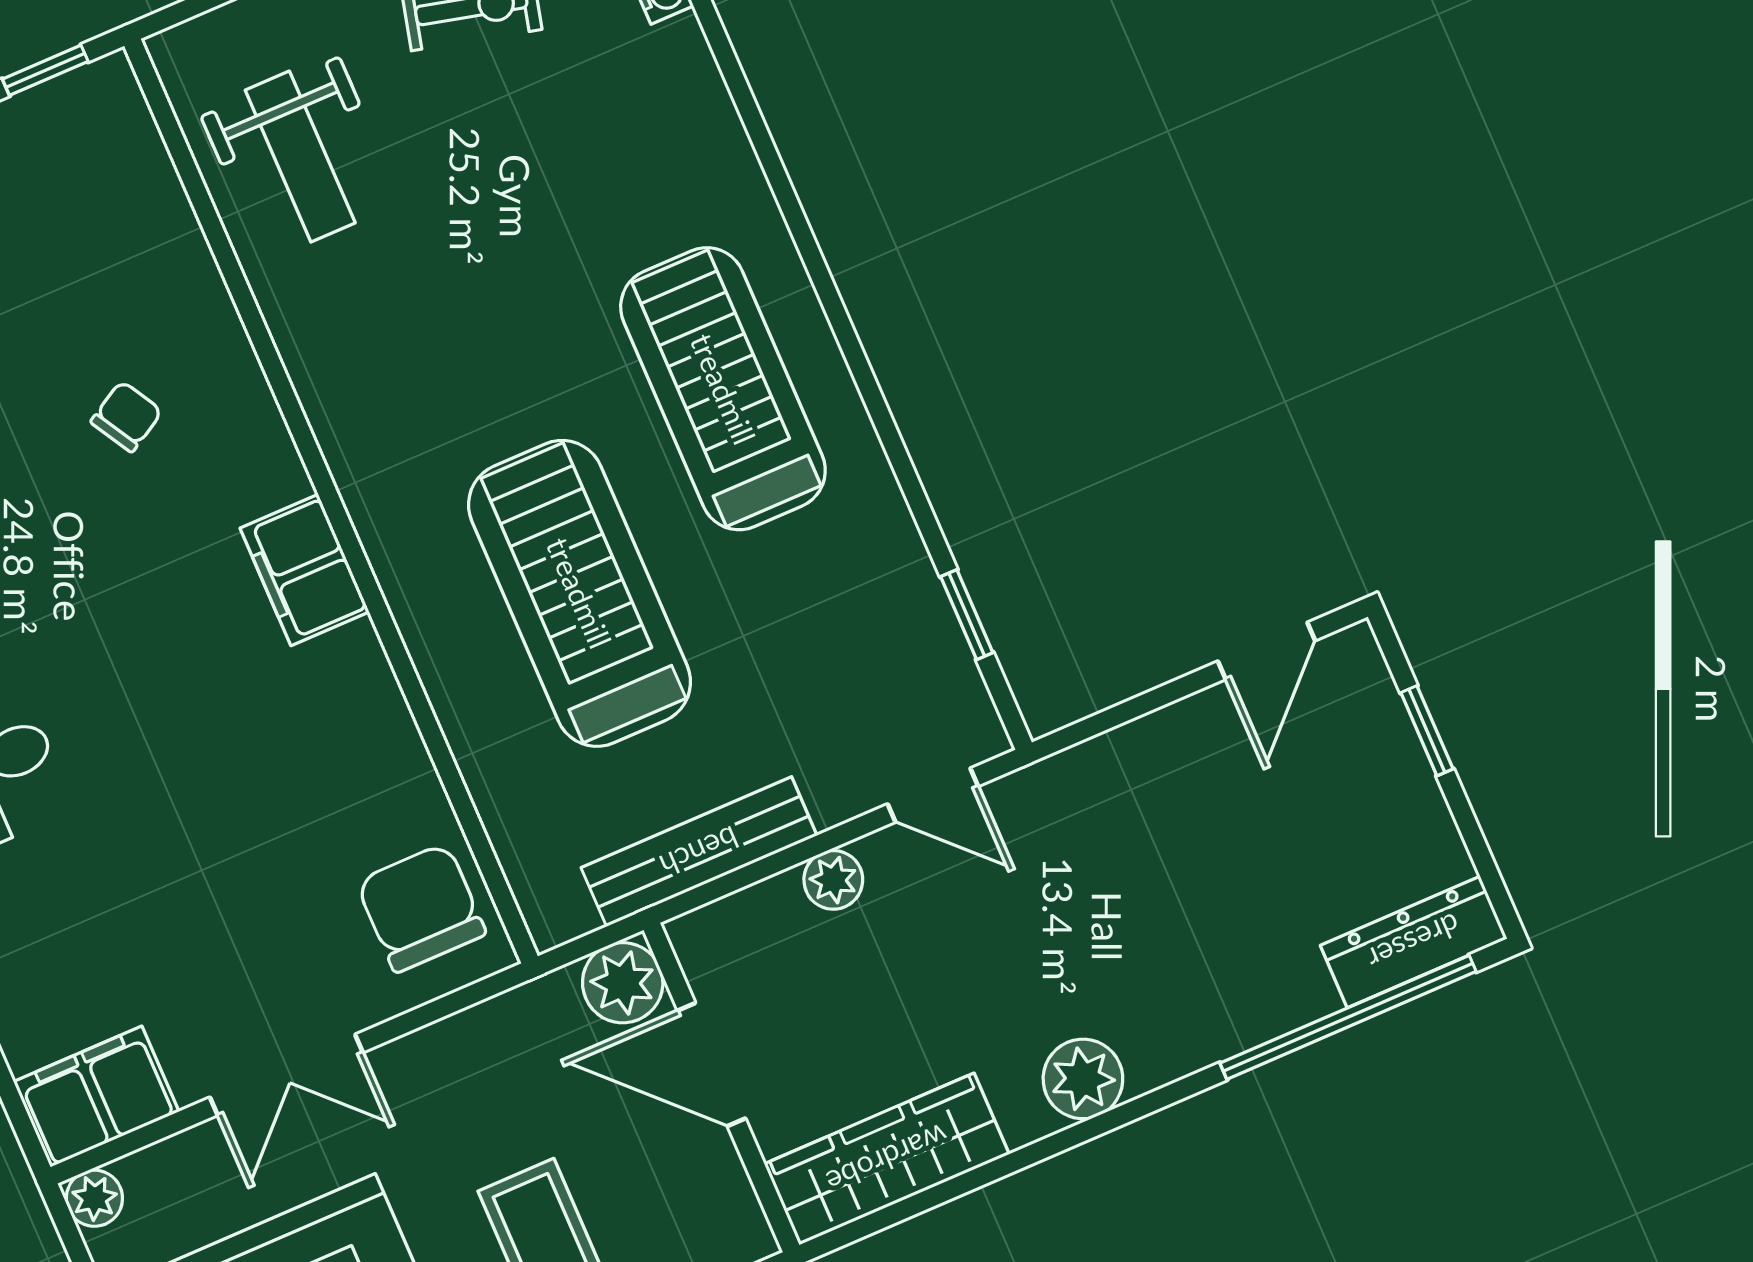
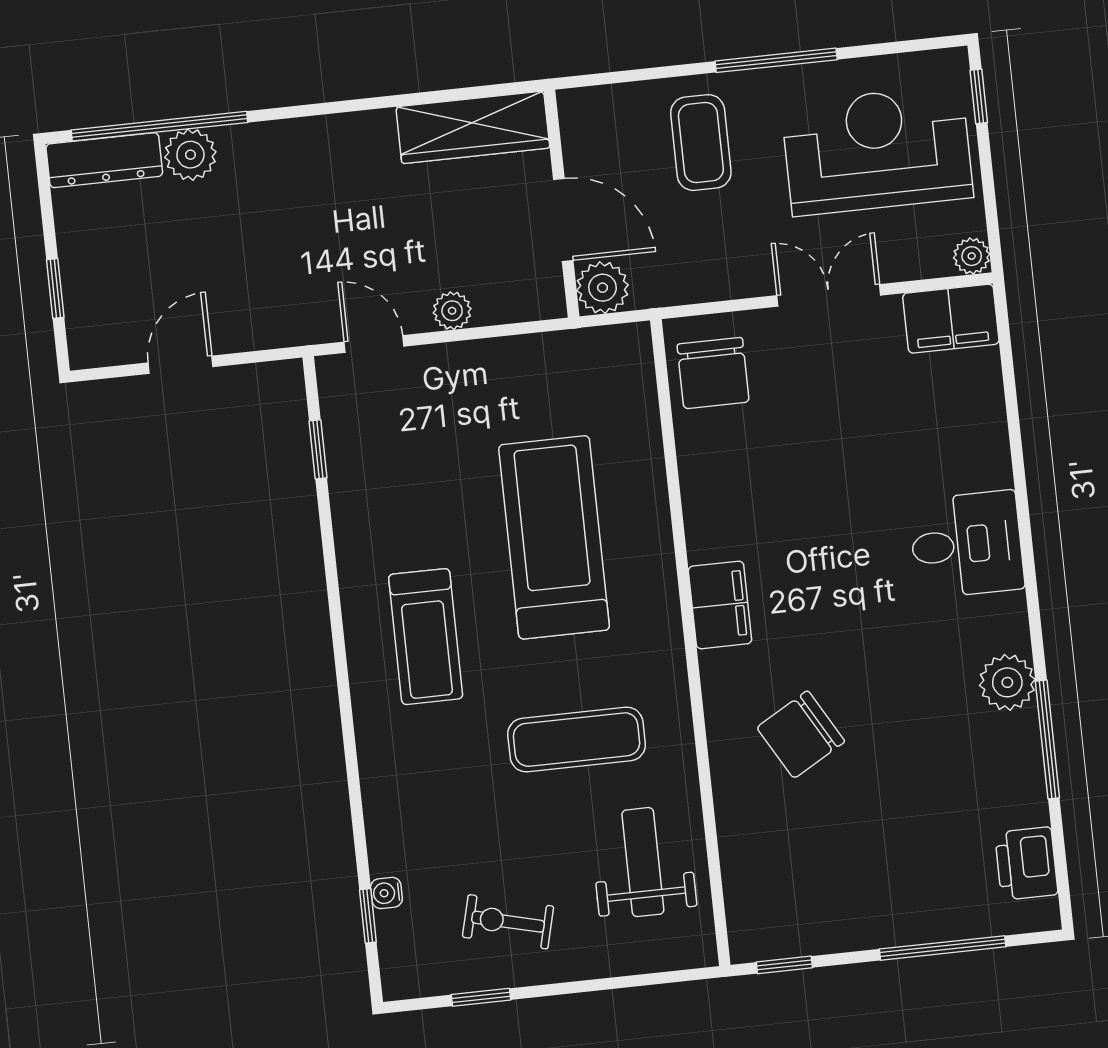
exercise mat: (454, 306) -> (577, 740), added
treadmill: (723, 389) -> (426, 637), width x0.73, depth x0.73
chair: (126, 416) -> (801, 735), width x1.87, depth x1.87
treadmill: (579, 593) -> (554, 537), turned 180
door: (1266, 651) -> (181, 365), moved
bench: (699, 852) -> (530, 354), removed
plant: (1083, 1079) -> (190, 155), moved

